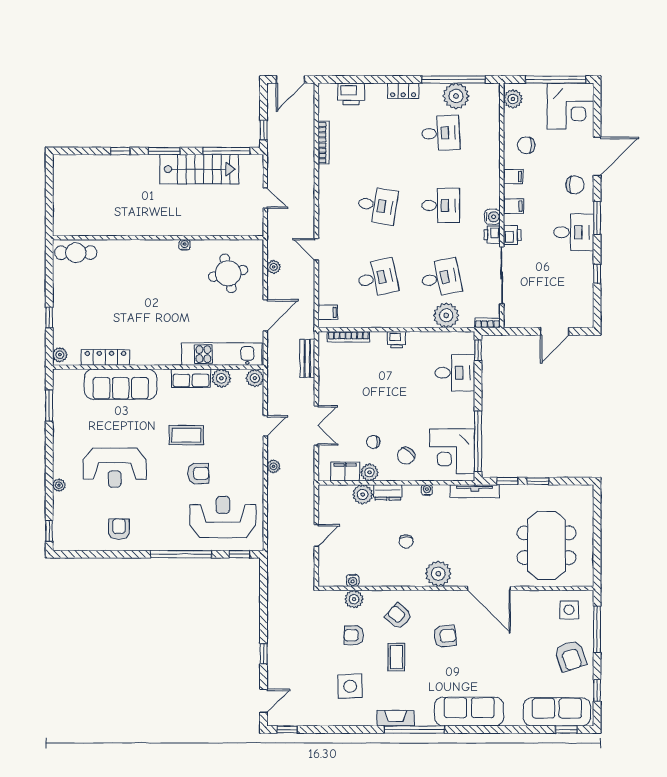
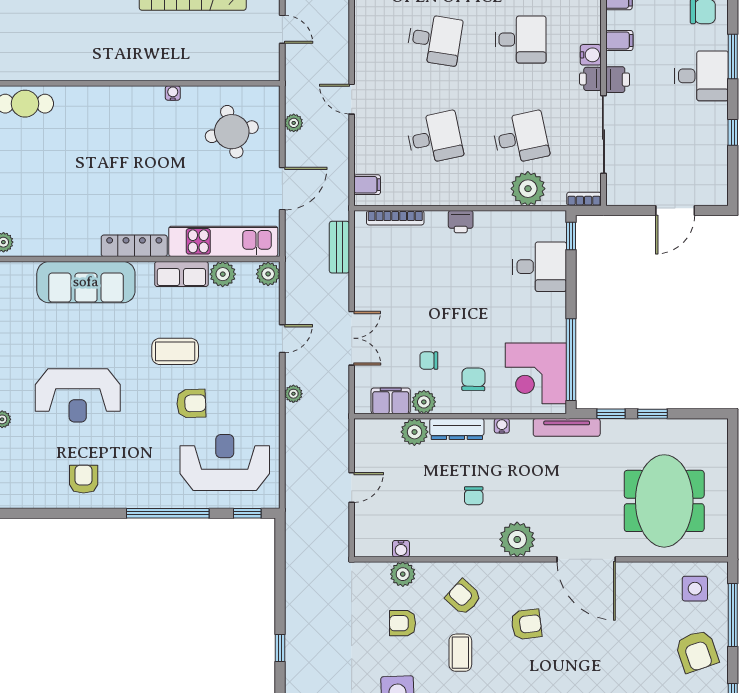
locker: (105, 357) -> (134, 246), moved
chair: (406, 456) -> (473, 379), turned 141
dresser: (388, 492) -> (457, 429), width x1.44

